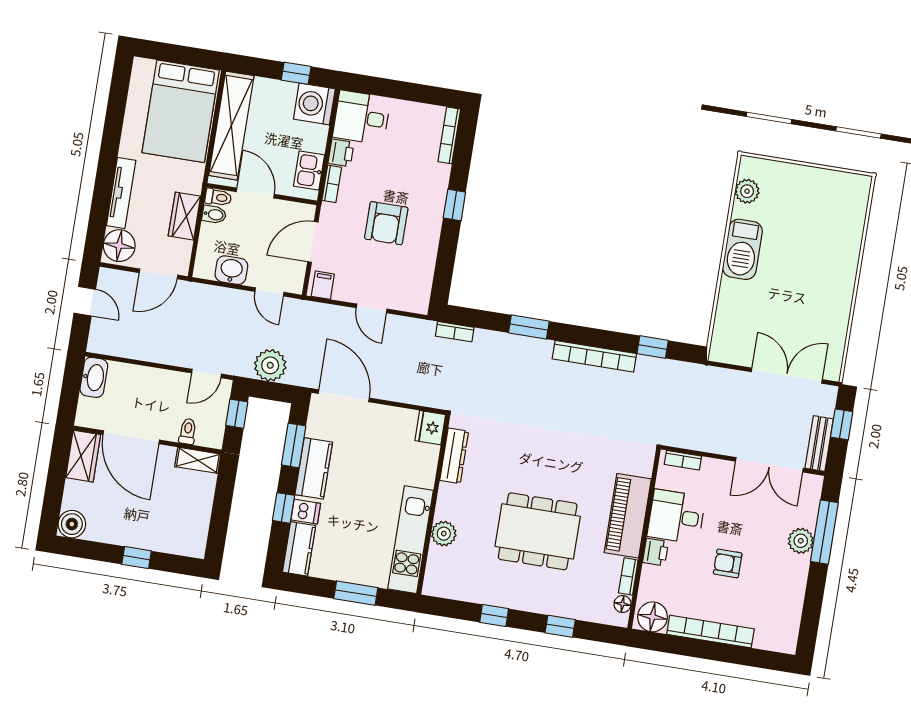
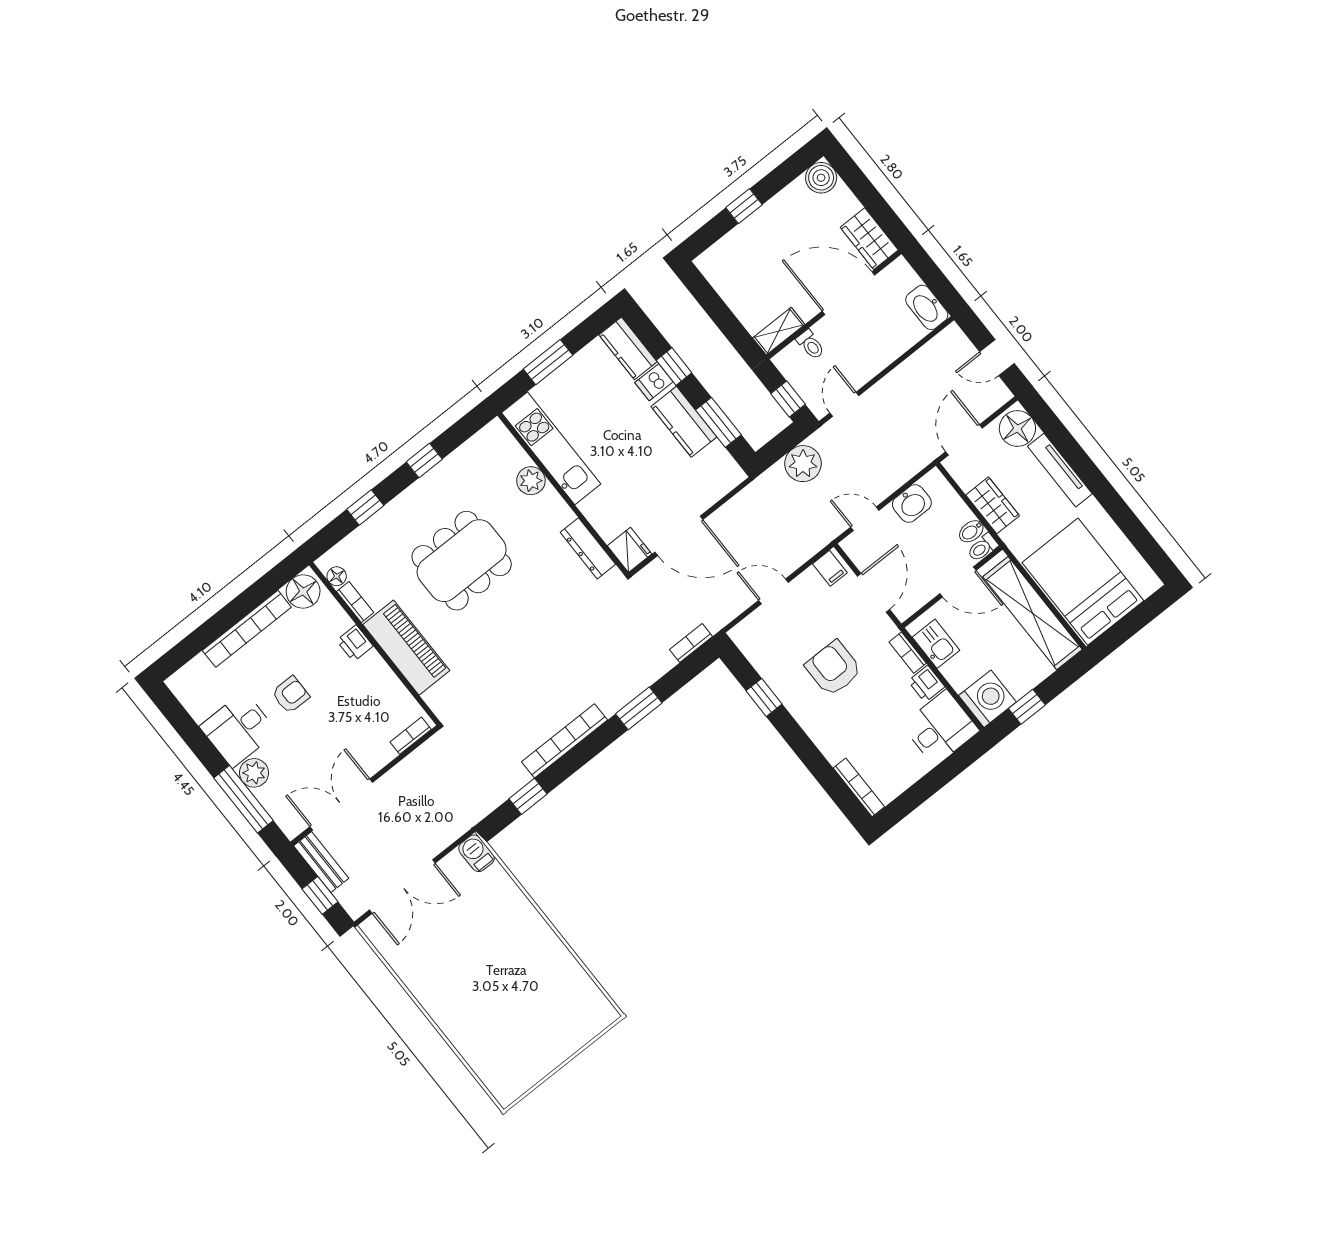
plant: (747, 191) -> (586, 993), removed
window: (454, 205) -> (764, 697), moved
barbecue: (742, 249) -> (476, 853), moved, width x0.53, depth x0.65
door: (344, 396) -> (679, 536), moved
desk: (676, 517) -> (239, 729), moved, turned 180

